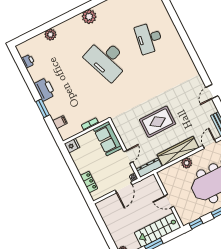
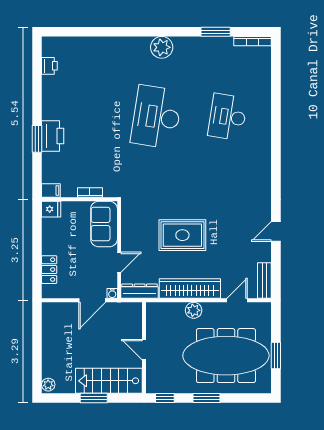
plant: (50, 35) -> (98, 45), removed
desk: (107, 59) -> (156, 117), turned 30
printer: (45, 89) -> (53, 136), moved
filing cabinet: (60, 122) -> (51, 190), moved

